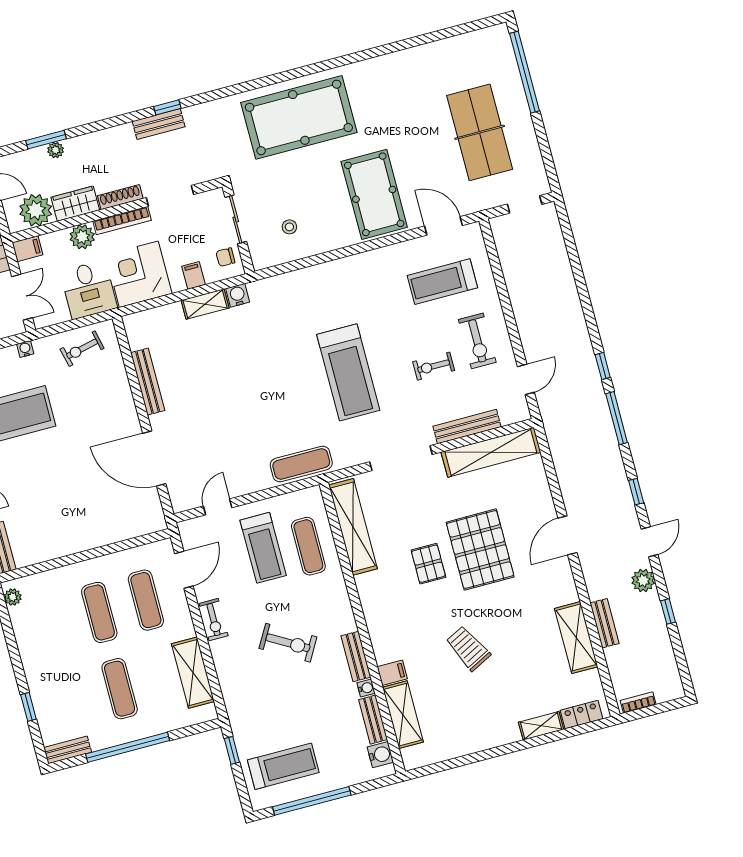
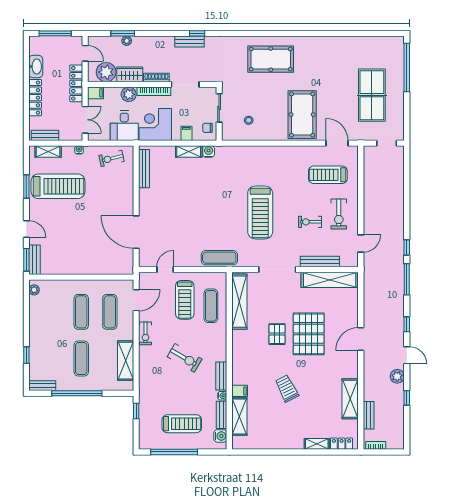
pool table: (299, 117) -> (271, 59), width x0.73, depth x0.76
bench: (148, 382) -> (144, 169), moved
door: (649, 542) -> (407, 355), hinge flipped
bench: (605, 623) -> (369, 415), moved
treadmill: (283, 766) -> (182, 424), moved

